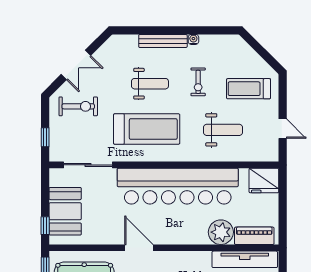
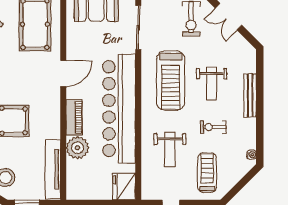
water cooler: (193, 39) -> (252, 155), moved
piano: (254, 236) -> (74, 117), moved

